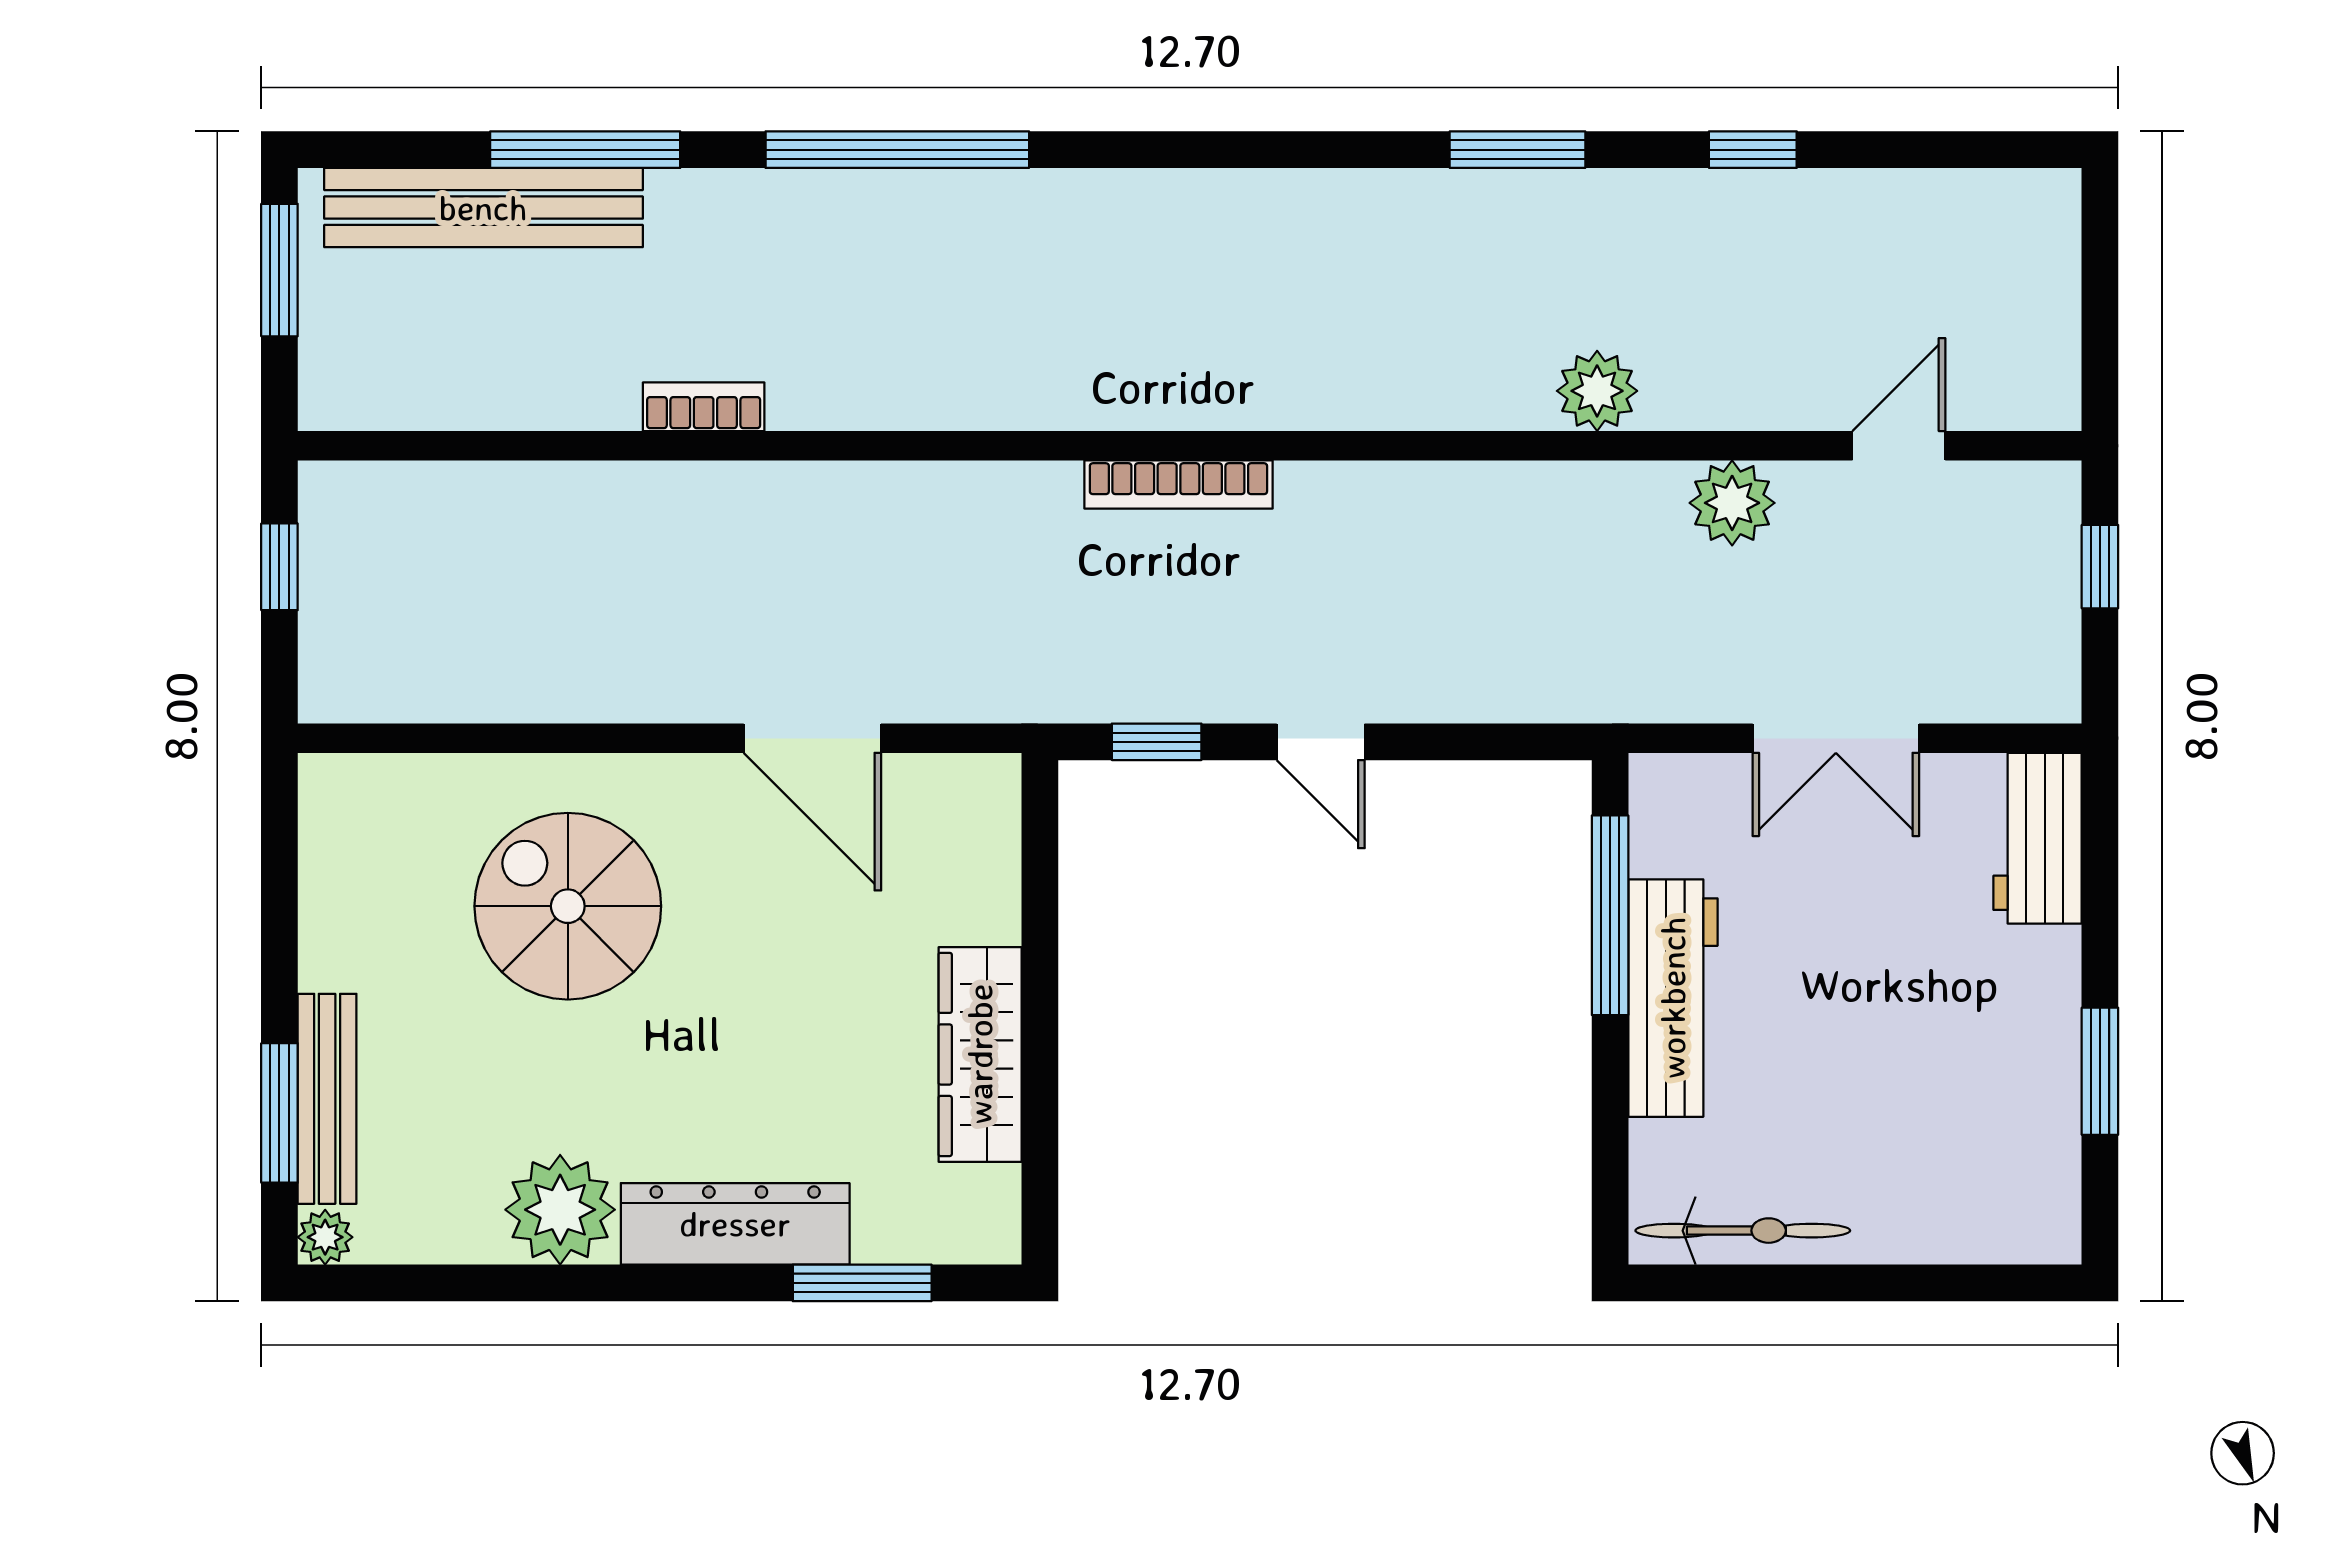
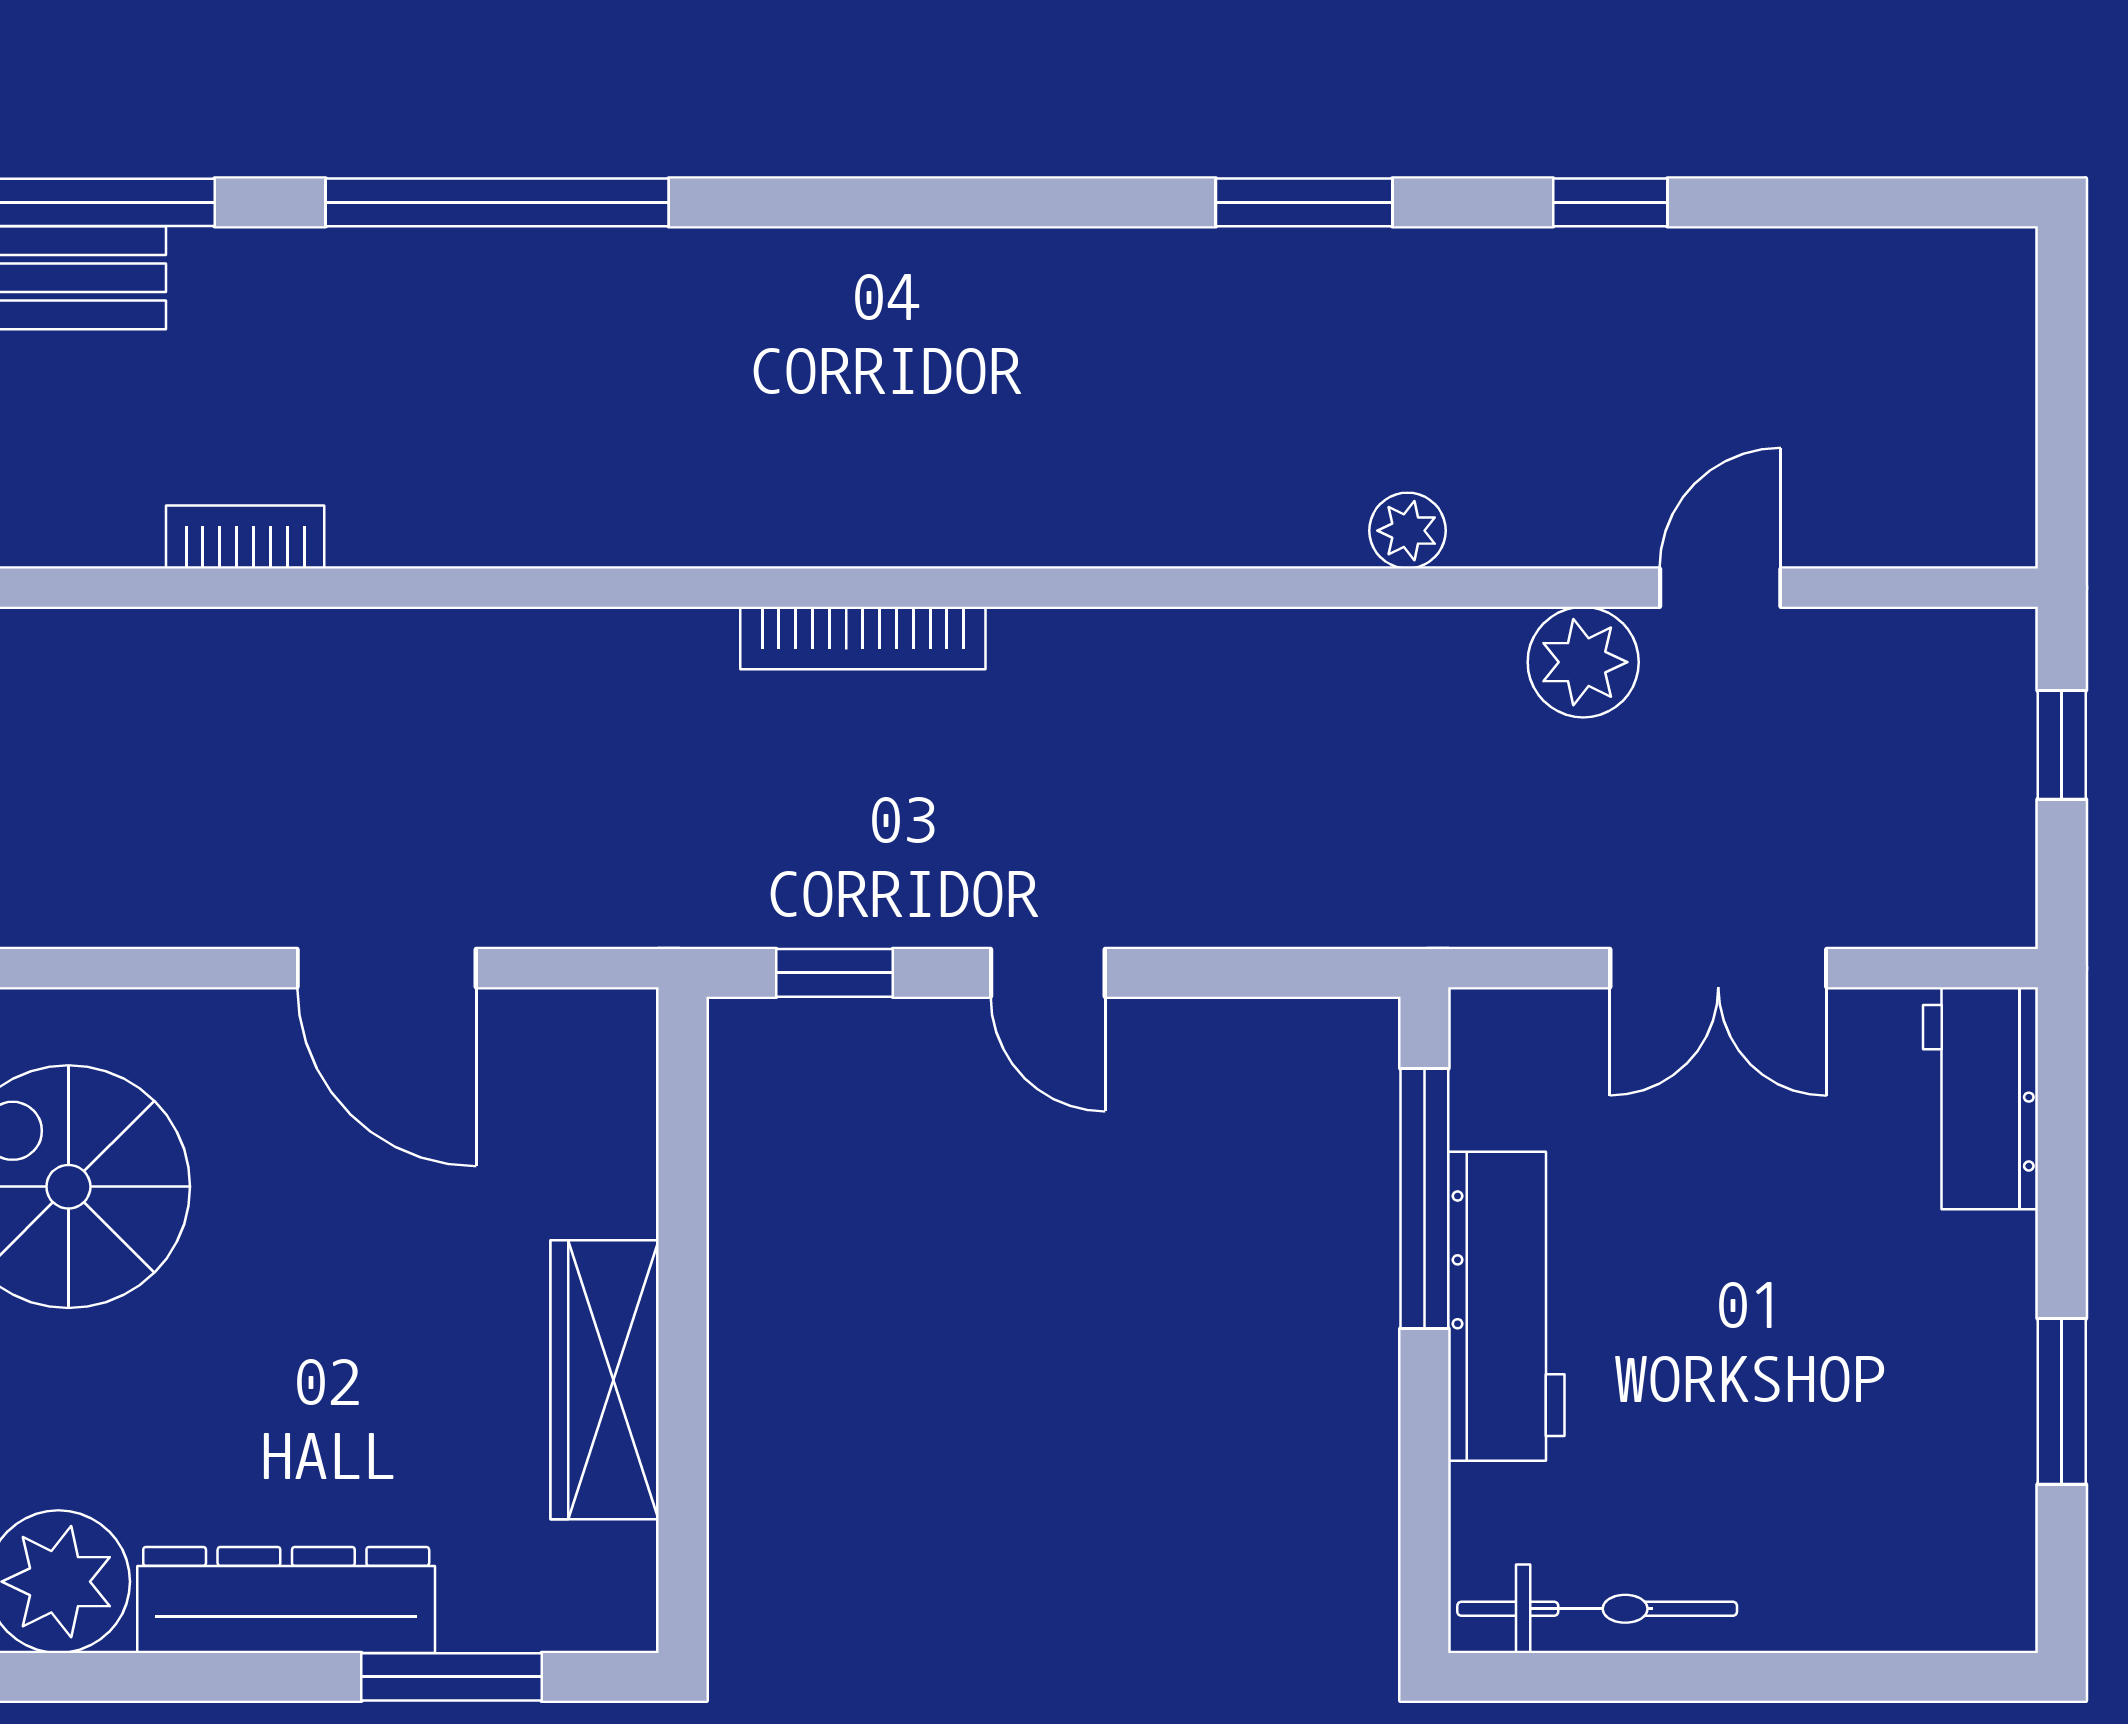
plant: (1597, 391) -> (1408, 531), width x0.73, depth x0.73
door: (1899, 446) -> (1720, 588), moved

